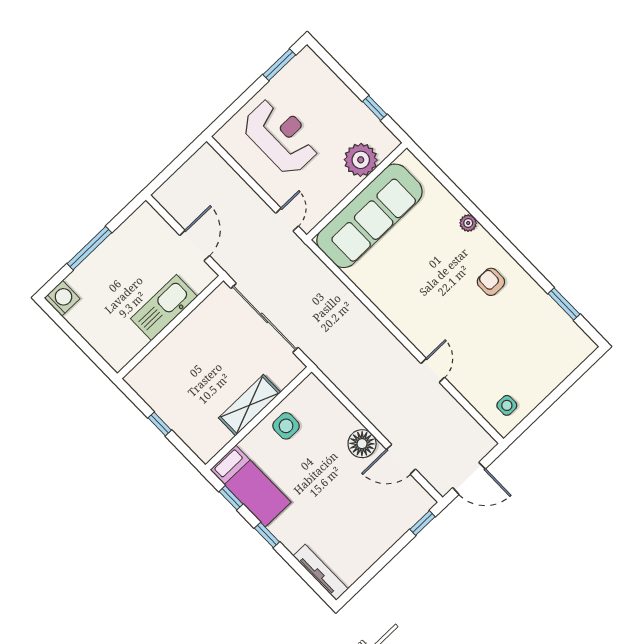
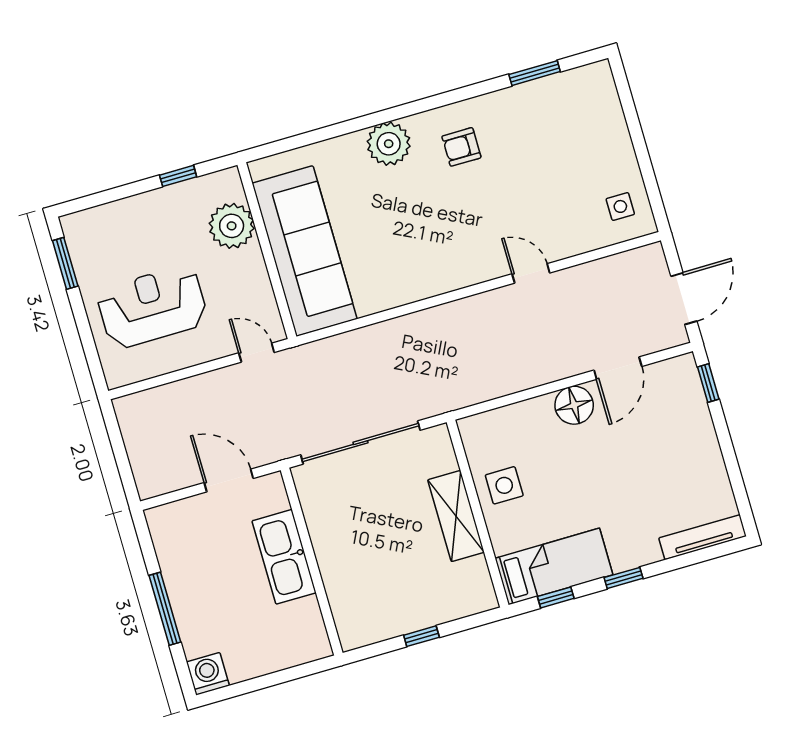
plant: (468, 223) -> (389, 144), width x1.87, depth x1.87

